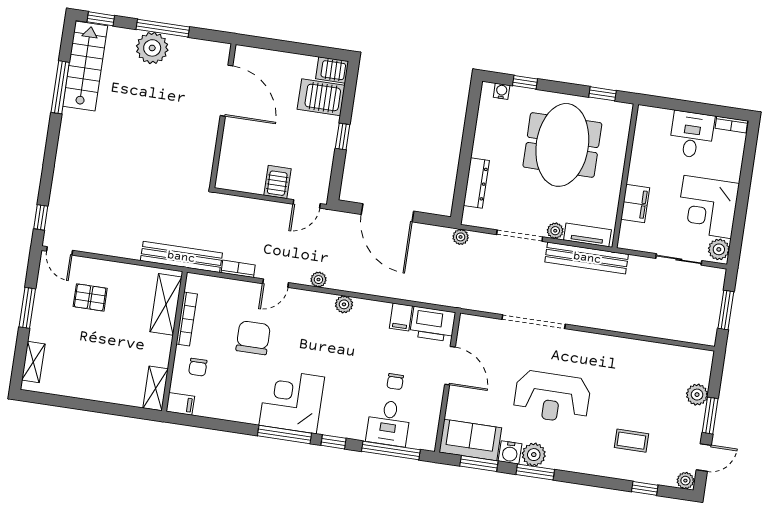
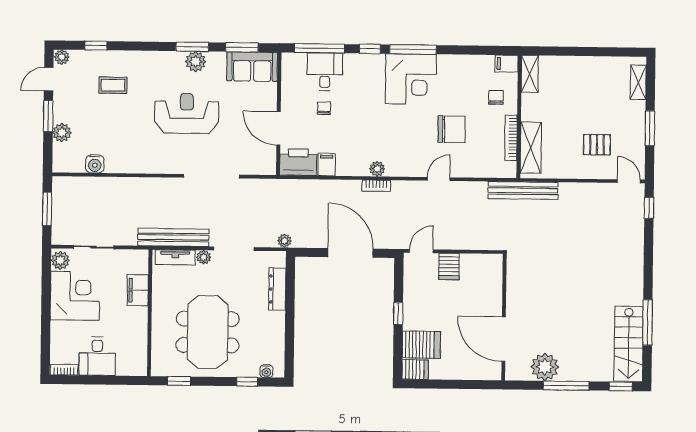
plant: (152, 48) -> (545, 367), moved
bookcase: (238, 269) -> (376, 186), moved
plant: (318, 280) -> (402, 187), removed
chair: (253, 338) -> (452, 129), turned -90
water cooler: (510, 452) -> (95, 164), moved, turned 180

